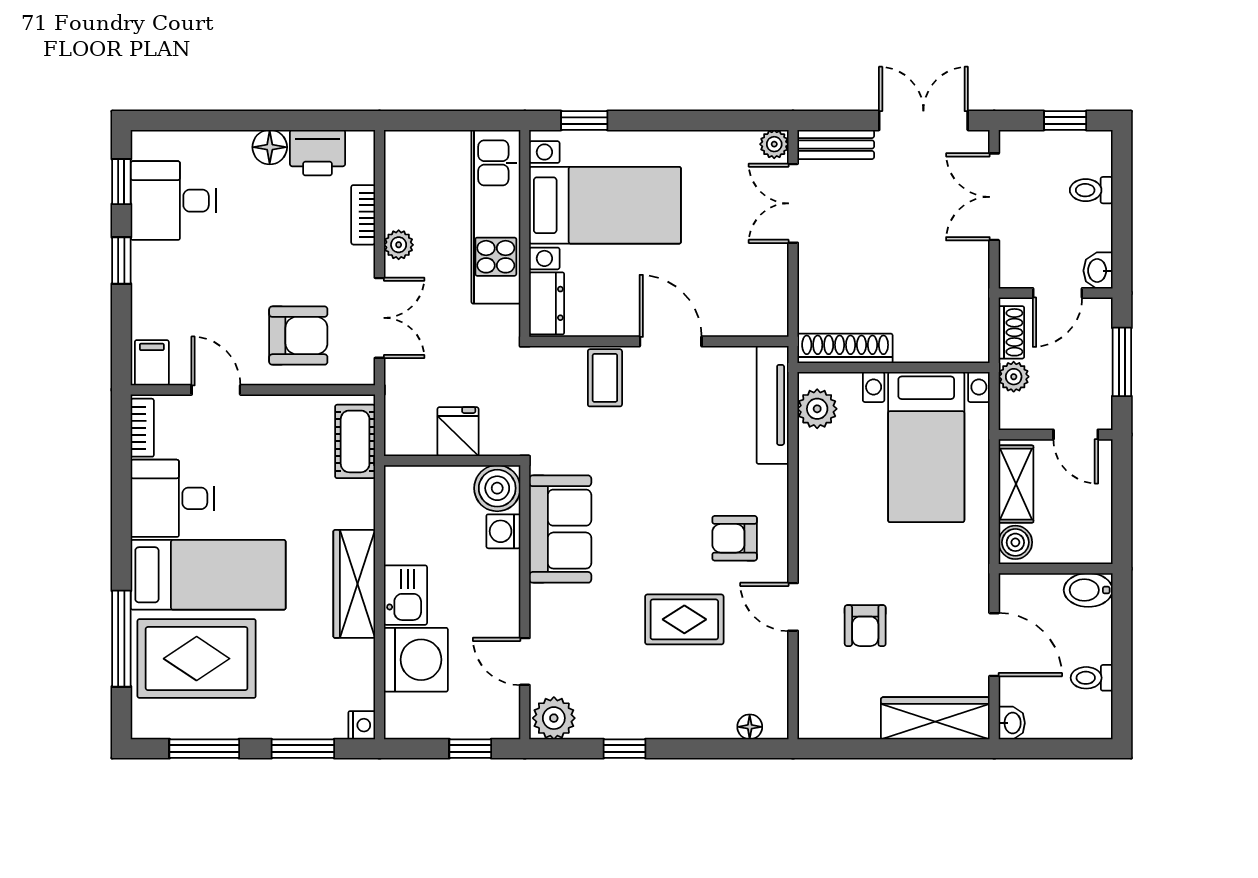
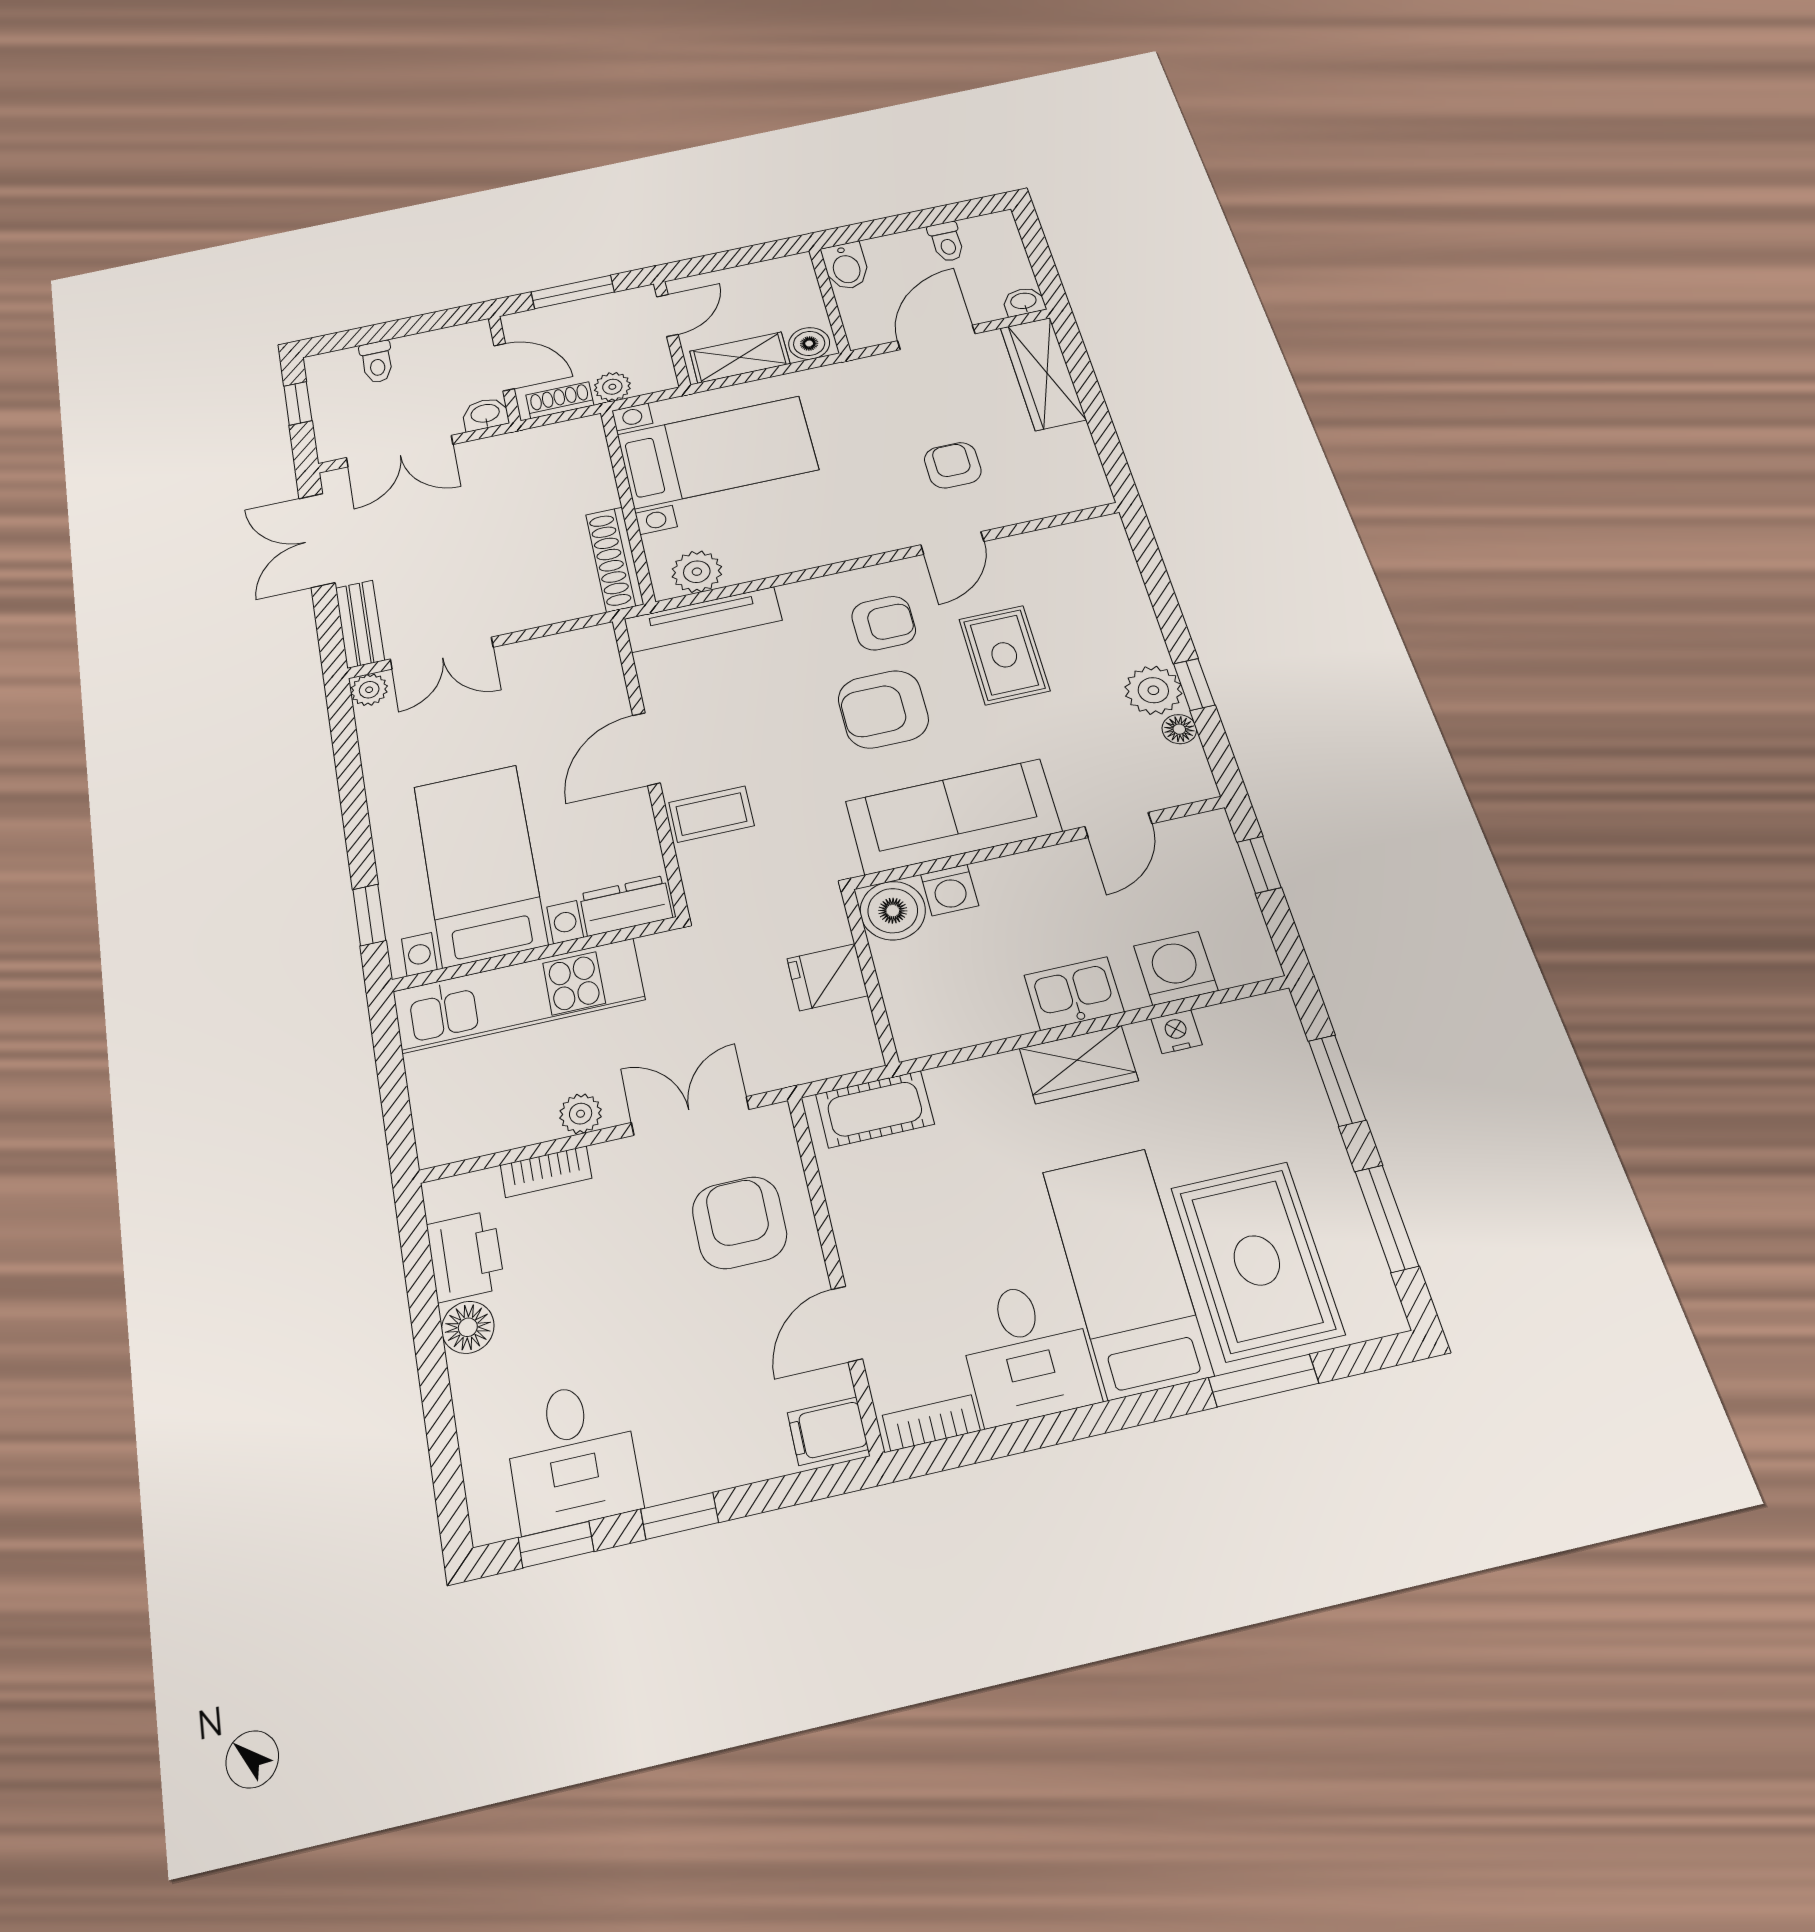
washbasin: (1098, 271) -> (485, 414), moved, turned 180
armchair: (661, 520) -> (883, 709), added
sofa: (560, 529) -> (953, 816), width x1.36
armchair: (735, 538) -> (884, 623), turned -90
wardrobe: (354, 584) -> (1079, 1065), width x0.67
armchair: (865, 626) -> (953, 465), turned -90
window: (121, 639) -> (1263, 1381), width x0.69
washing machine: (416, 660) -> (1176, 968), width x0.73, depth x0.73
plant: (554, 718) -> (1153, 690), moved
nightstand: (362, 725) -> (1177, 1032), moved
floor lamp: (750, 727) -> (1179, 729), moved

